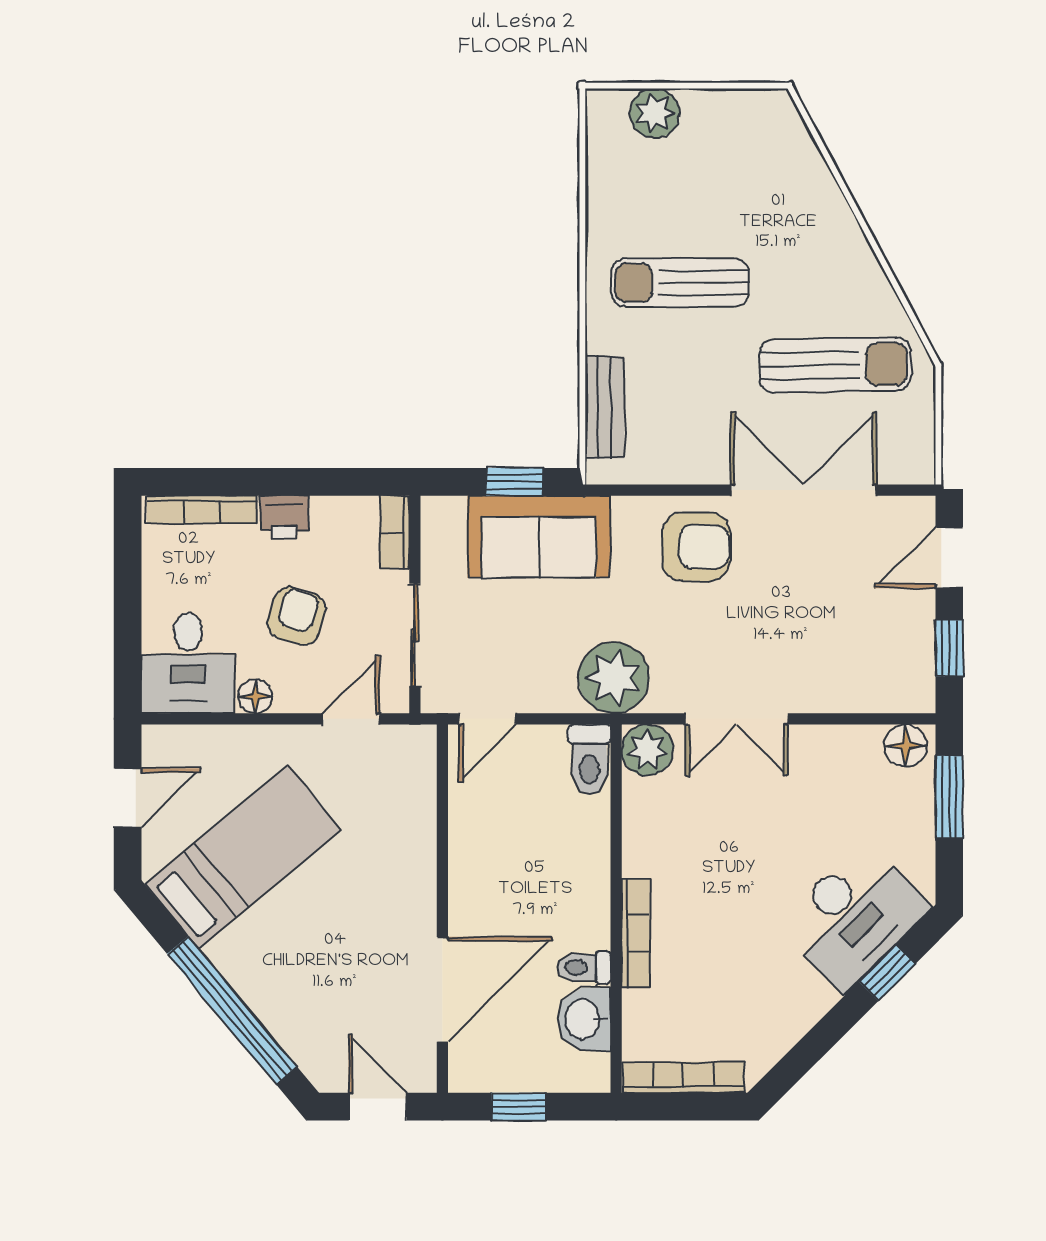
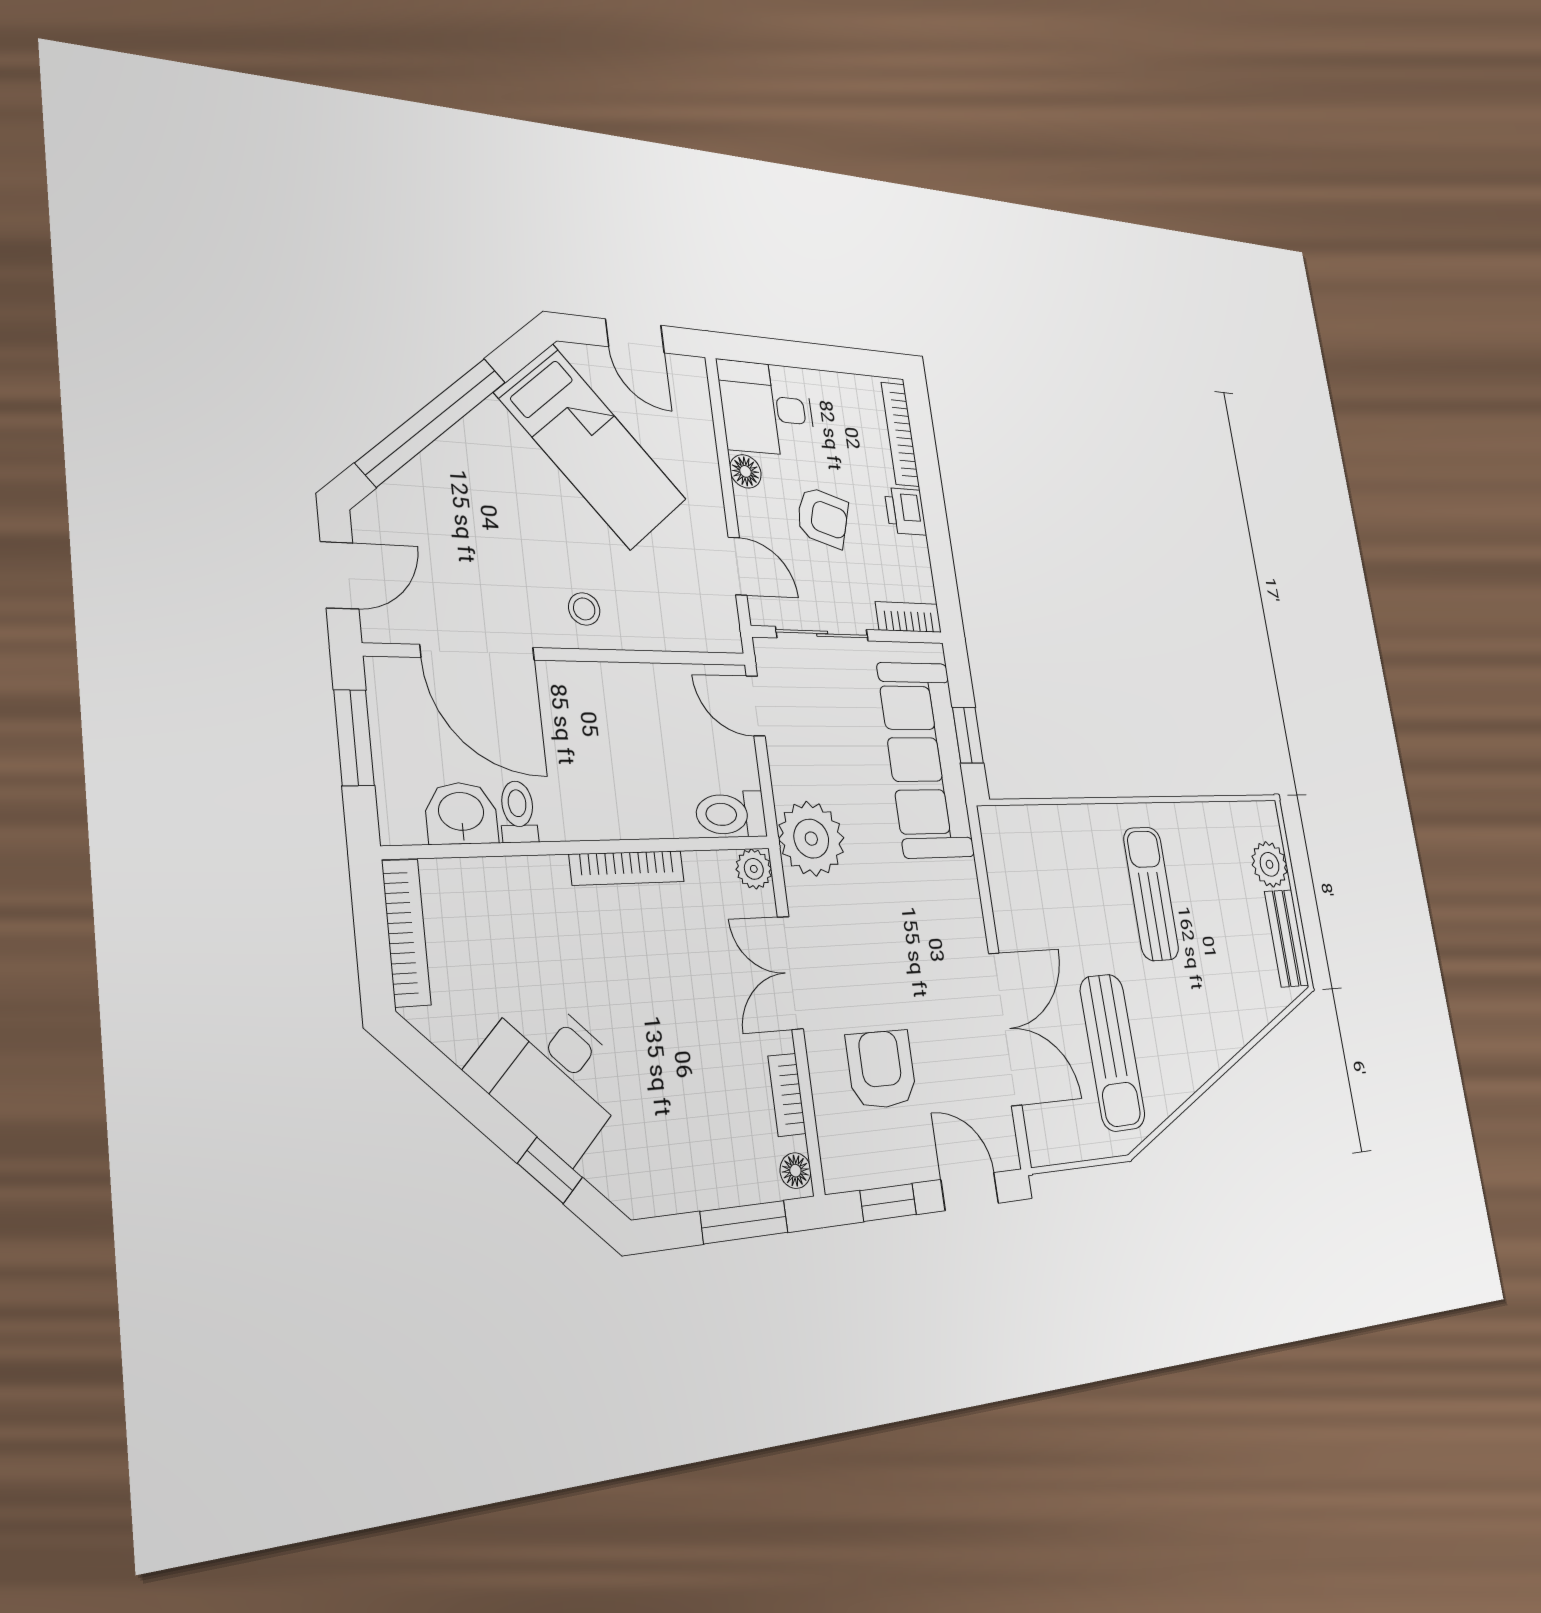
bench: (605, 407) -> (1286, 938), moved, turned 90
sofa: (539, 537) -> (925, 759), width x1.36
armchair: (696, 547) -> (881, 1069), moved, turned 180
bookcase: (845, 739) -> (787, 1095), added
floor lamp: (906, 746) -> (795, 1171), width x0.73, depth x0.73
plant: (647, 750) -> (754, 869), width x0.73, depth x0.73
stool: (399, 883) -> (584, 609), added
desk: (854, 917) -> (552, 1074), moved
bookcase: (636, 933) -> (627, 868), moved
window: (519, 1107) -> (354, 738), width x1.50

